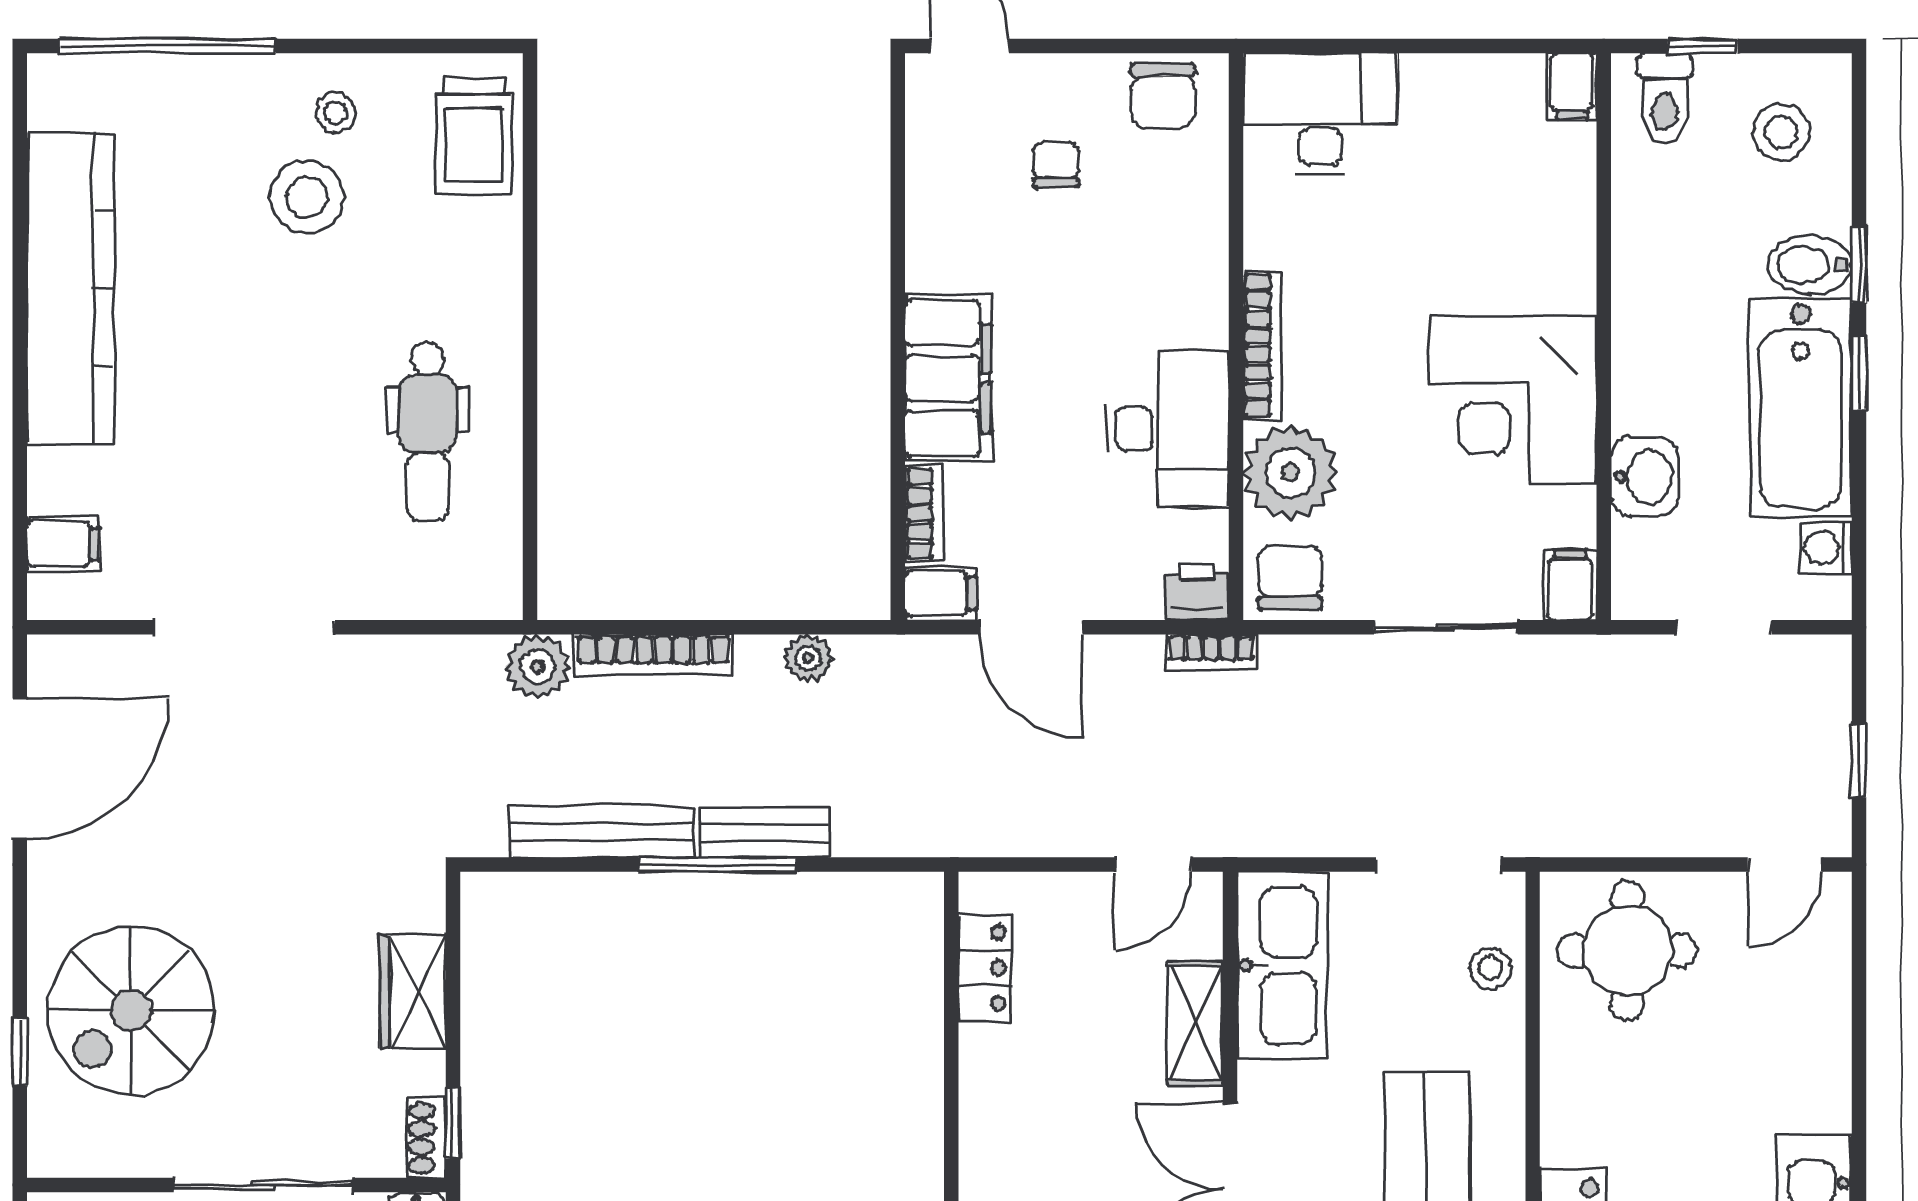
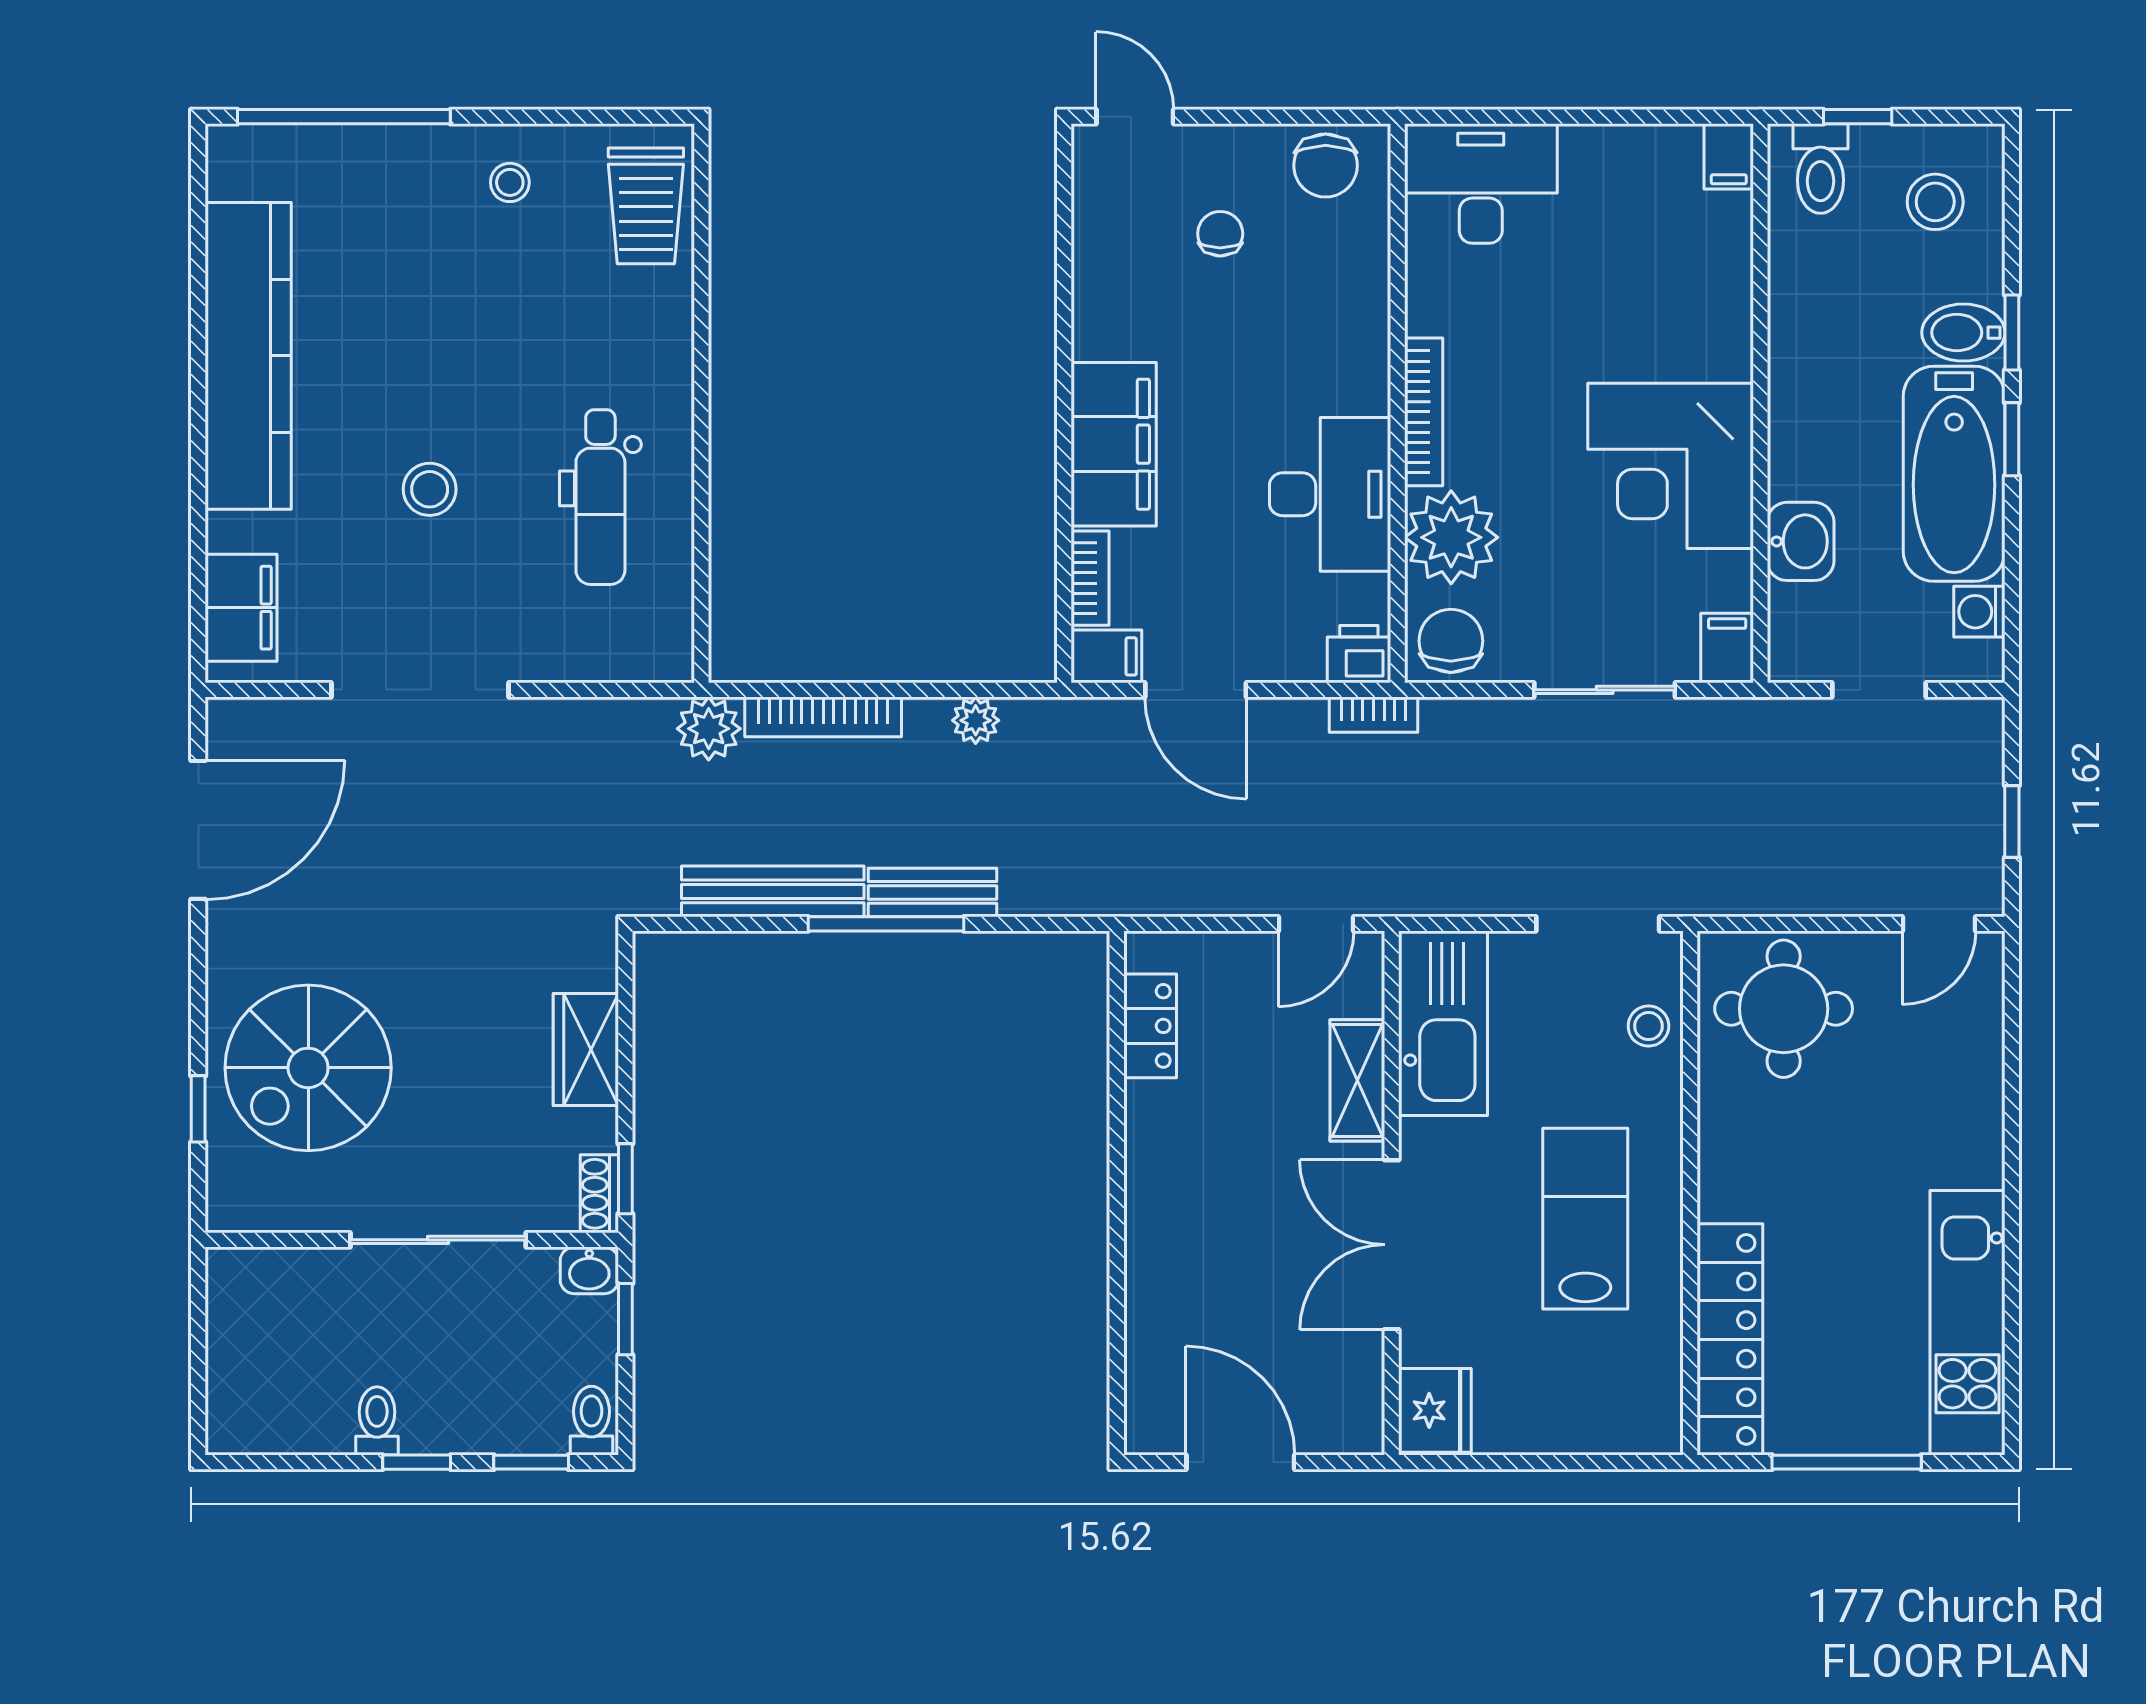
stool: (307, 197) -> (430, 489), moved, width x0.73, depth x0.73
filing cabinet: (63, 544) -> (241, 608), width x2.00

